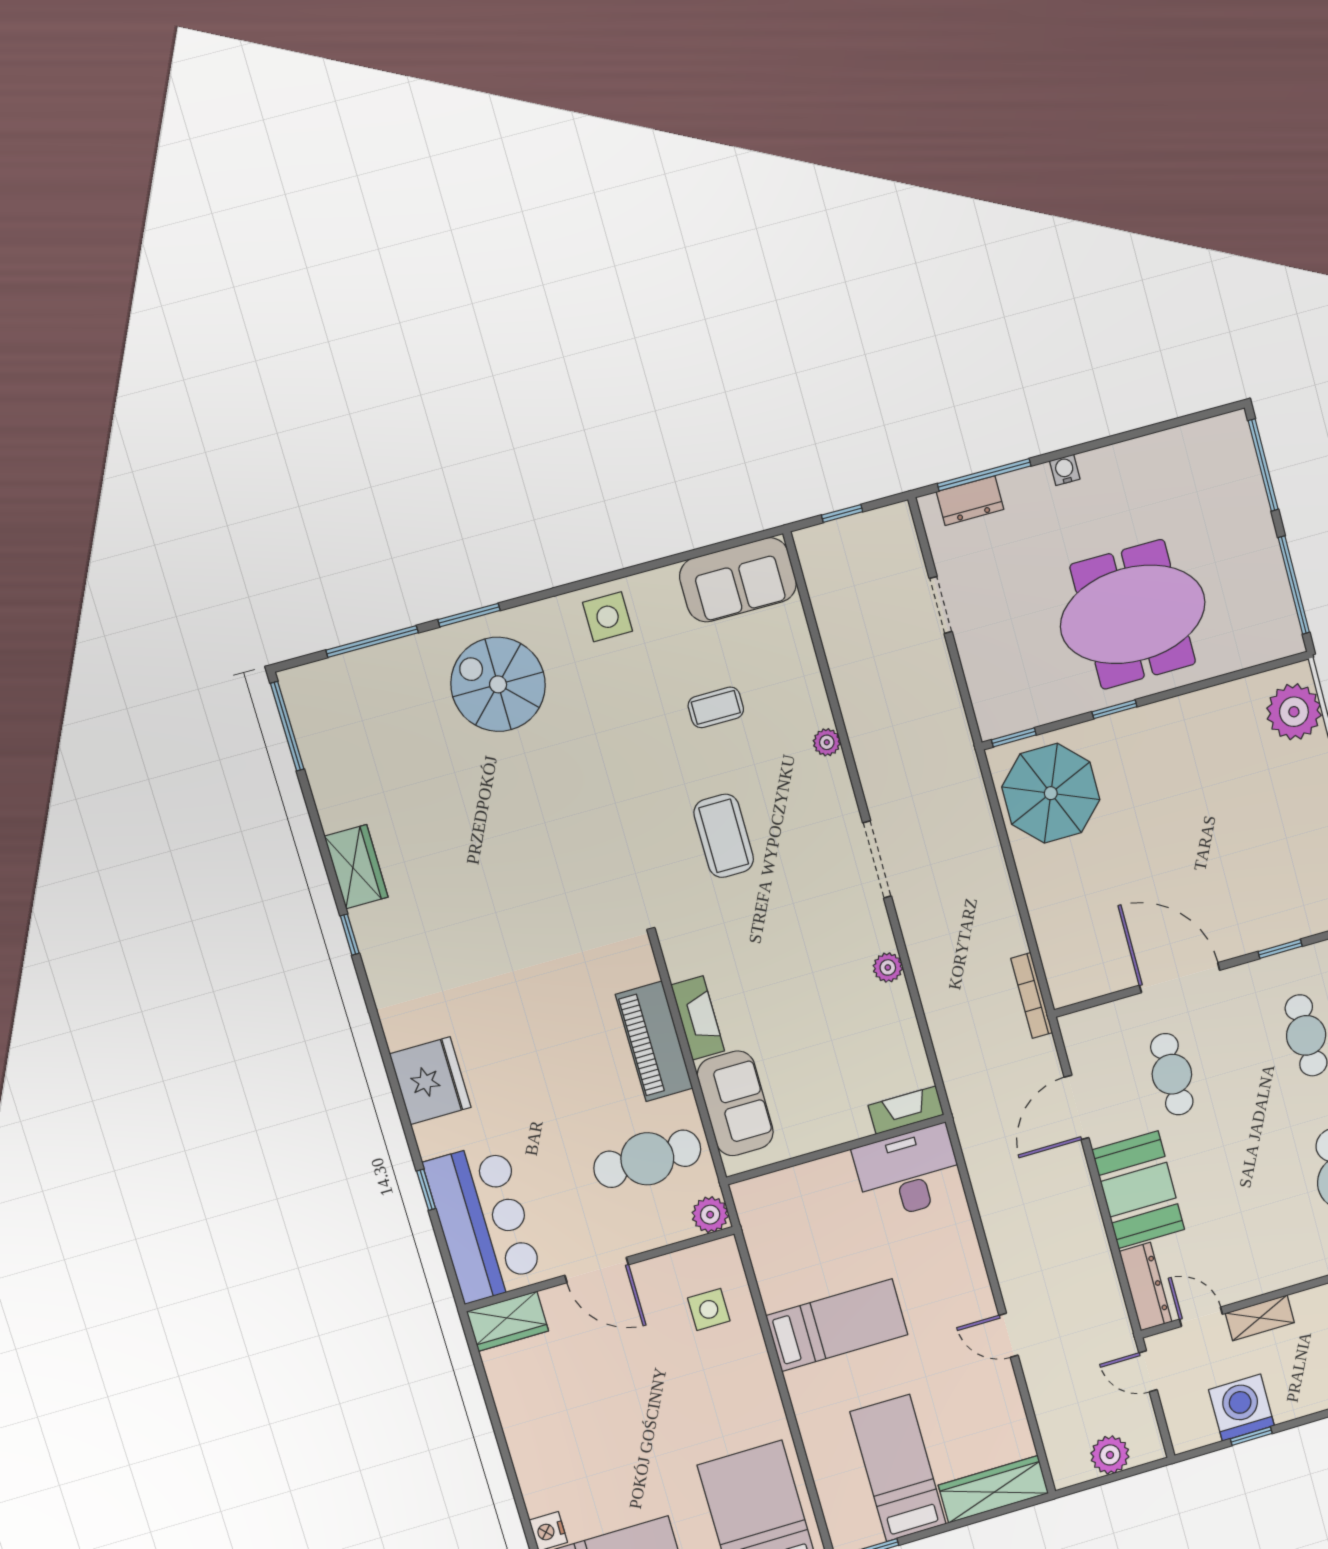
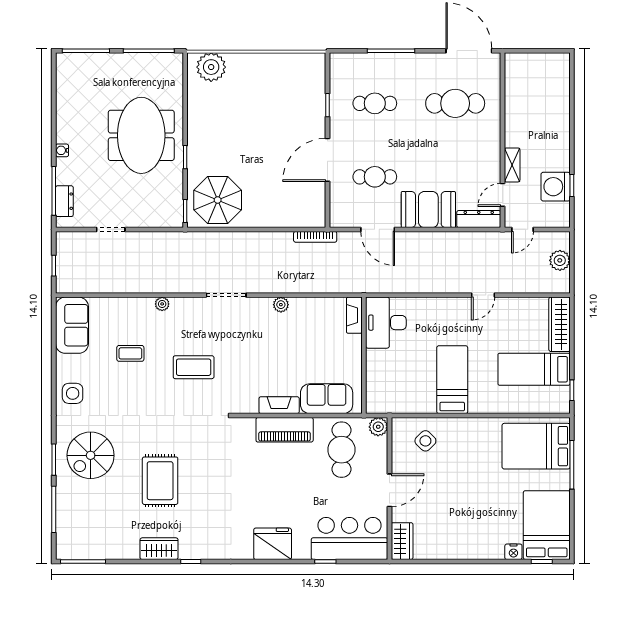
coffee table: (716, 707) -> (130, 353), turned 90
rug: (488, 832) -> (160, 481), added
side table: (709, 1309) -> (425, 441), turned 45

